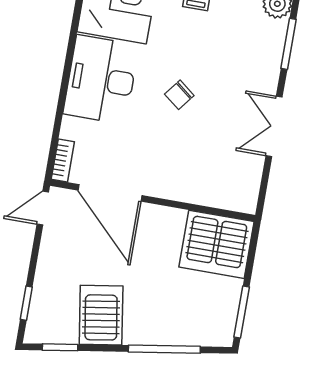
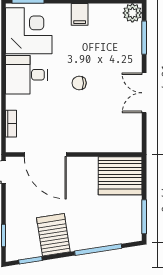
desk: (101, 80) -> (27, 75), width x0.73
chair: (179, 95) -> (79, 83), turned 52
bookcase: (63, 161) -> (11, 124), moved

